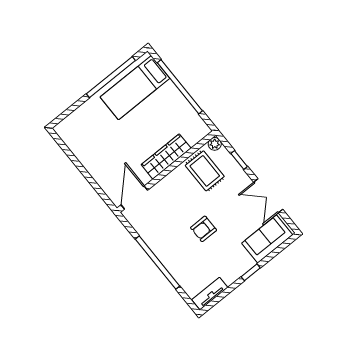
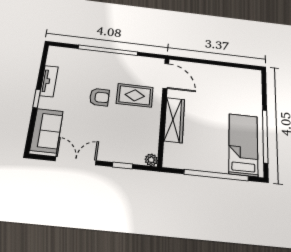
rug: (205, 171) -> (135, 95), moved
armchair: (204, 229) -> (99, 97), turned 90
tv unit: (210, 293) -> (49, 81), moved

